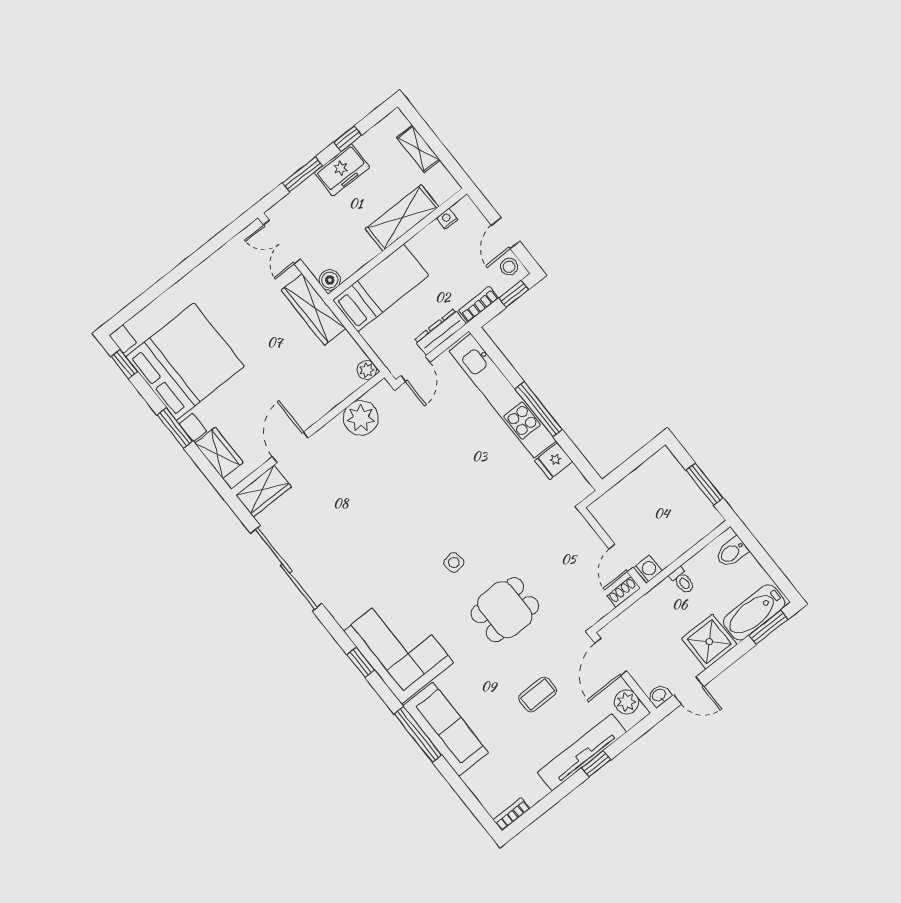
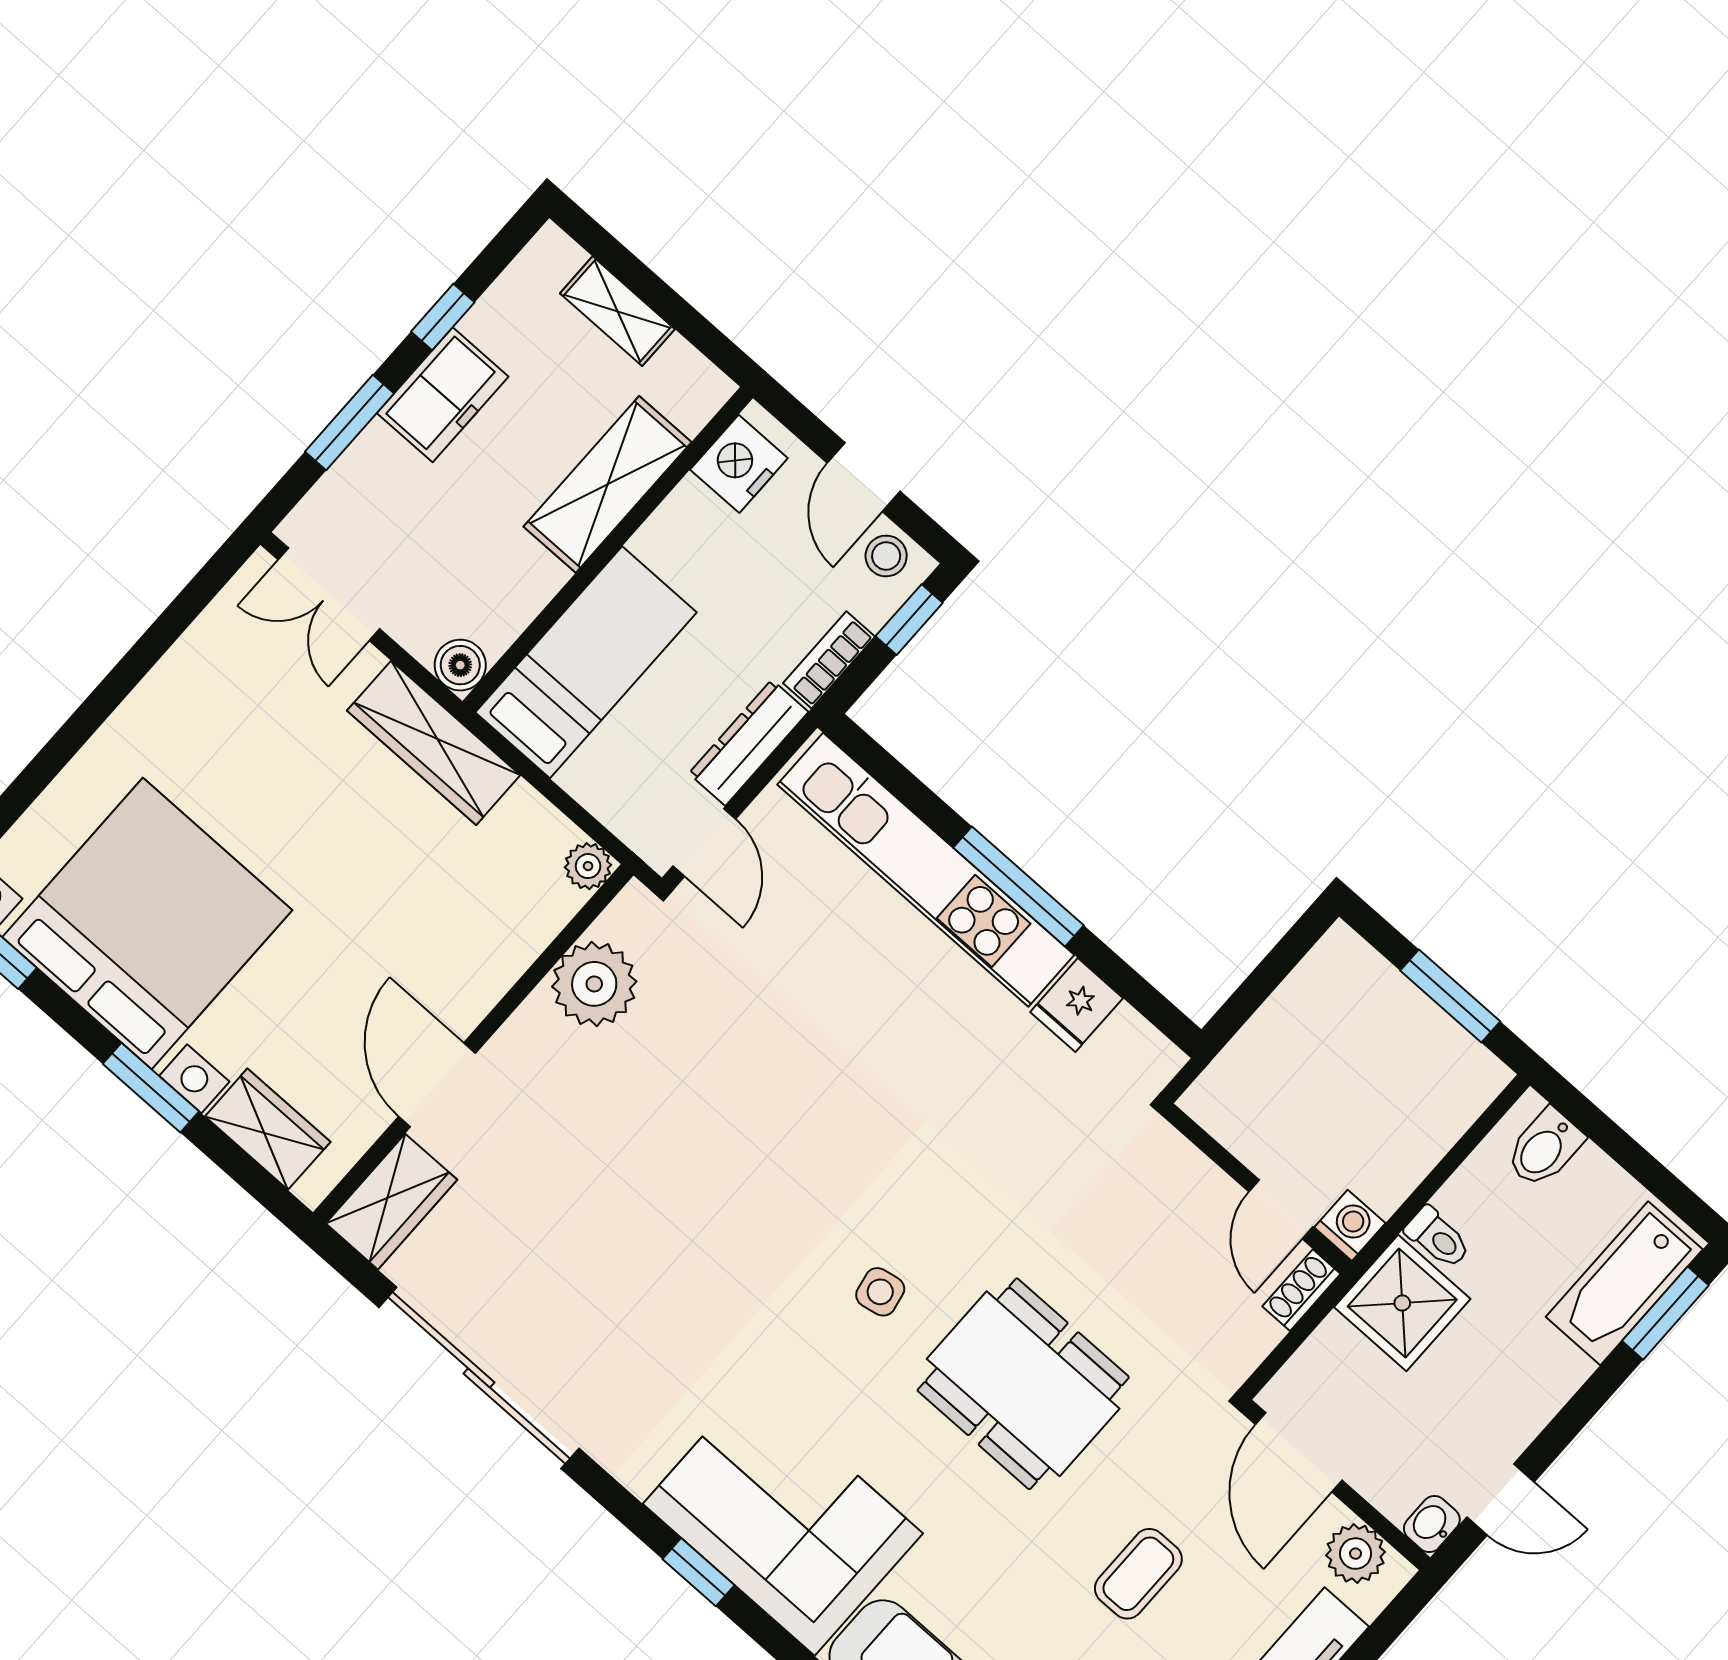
nightstand: (447, 219) -> (739, 464), width x1.89, depth x1.79
dining table: (505, 610) -> (1023, 1384), width x1.38
shower: (709, 642) -> (1402, 1303), moved

